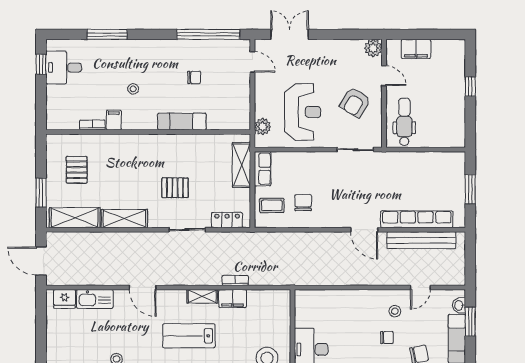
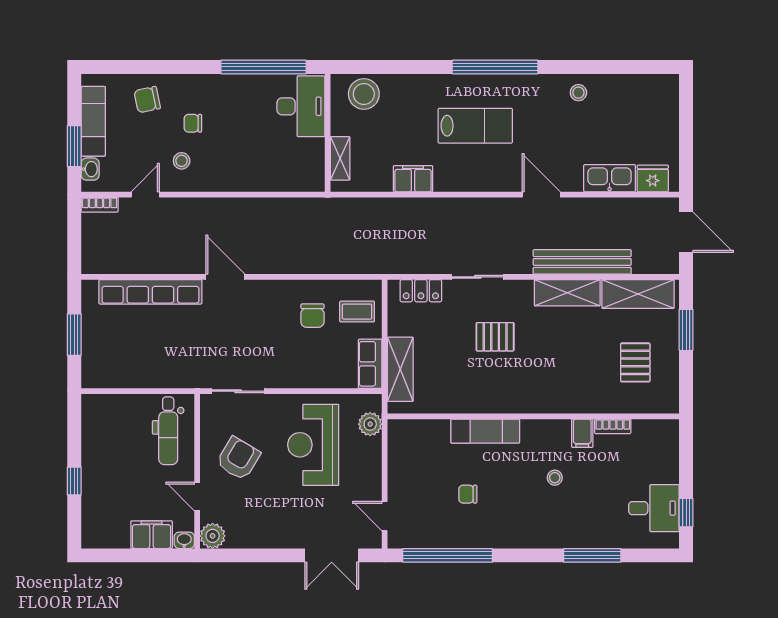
washbasin: (393, 45) -> (184, 540), added
bench: (421, 240) -> (582, 262), moved
bookcase: (235, 280) -> (100, 205), moved
shelving: (202, 296) -> (340, 158), moved, turned 90

